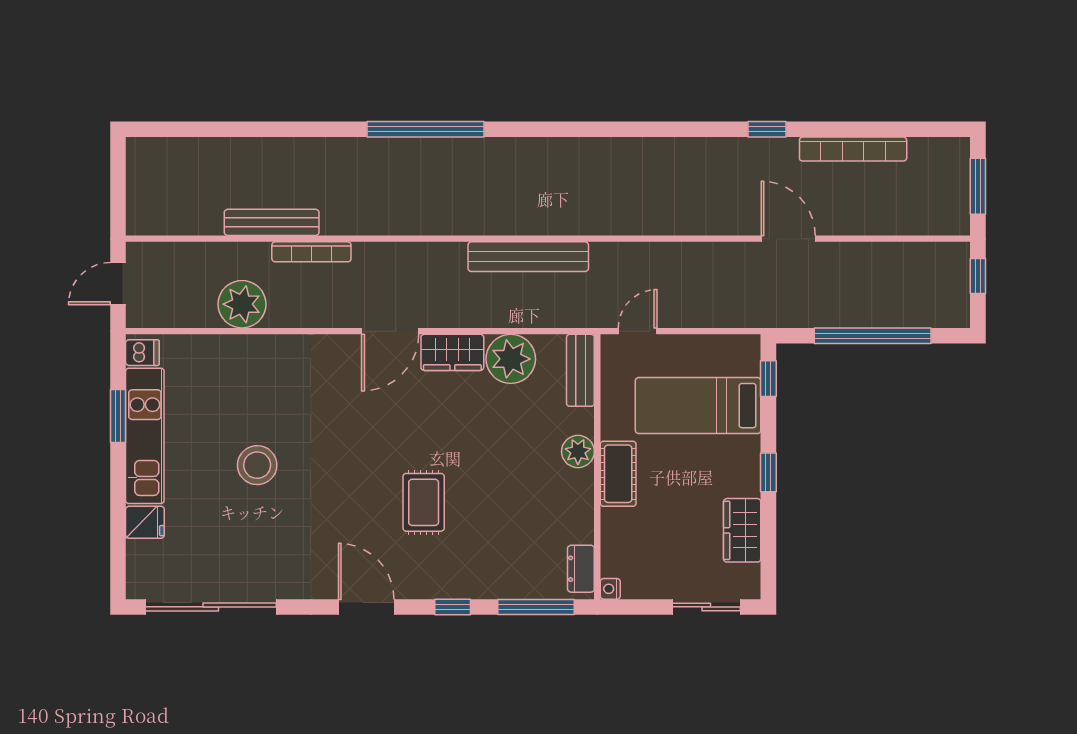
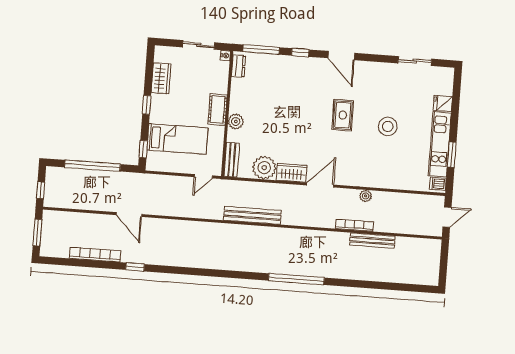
plant: (242, 304) -> (366, 196), moved, width x0.53, depth x0.53
rug: (424, 502) -> (343, 115), moved
sliding door: (211, 607) -> (415, 61), width x0.54
sliding door: (706, 607) -> (199, 45), moved

